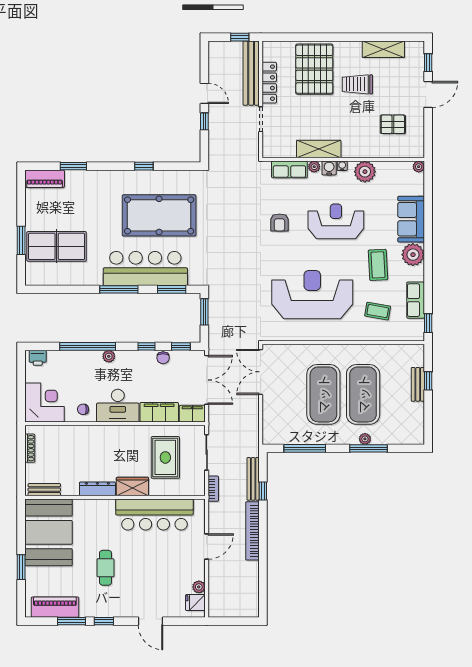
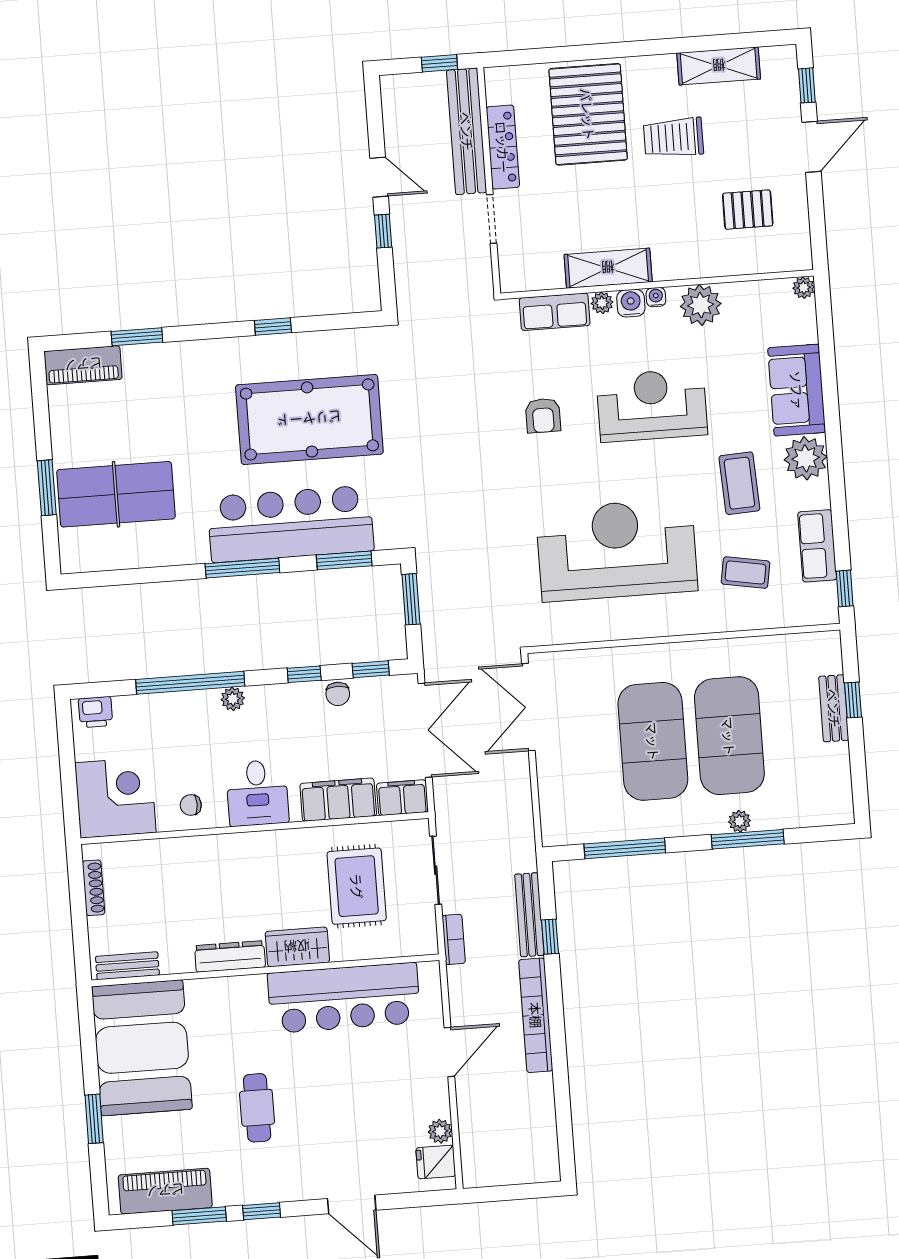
desk: (118, 406) -> (257, 793), width x0.73

